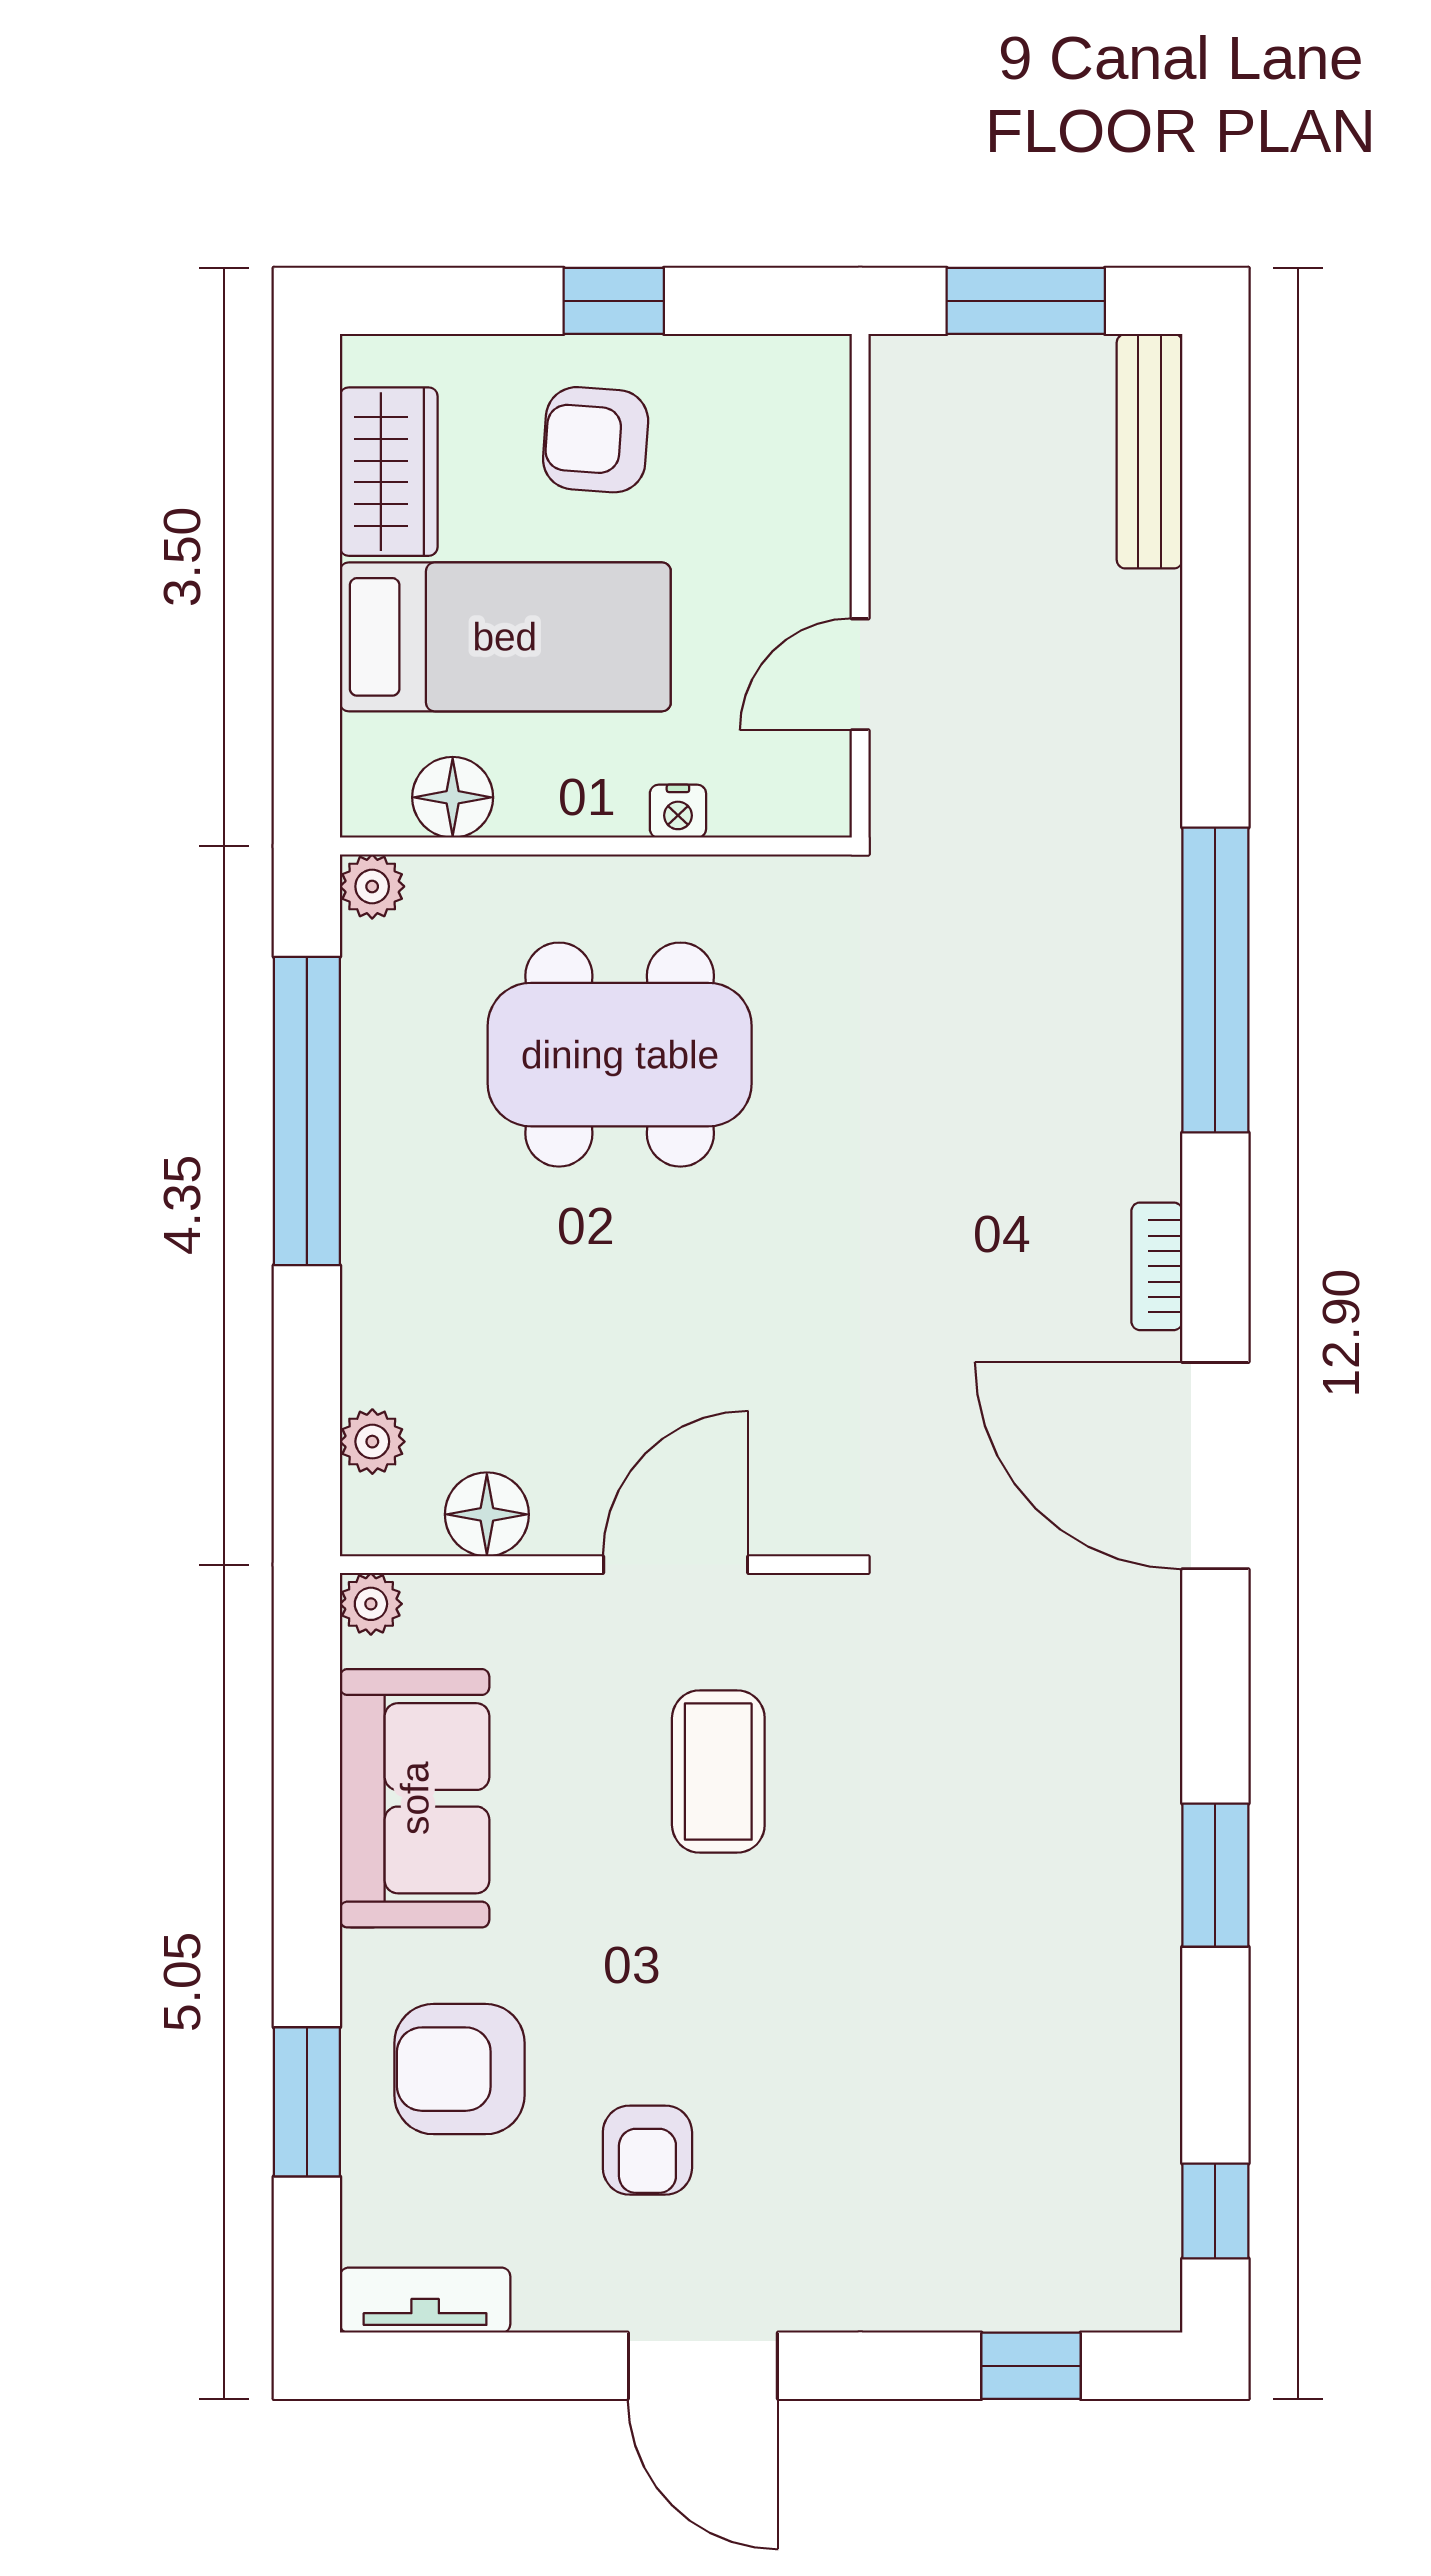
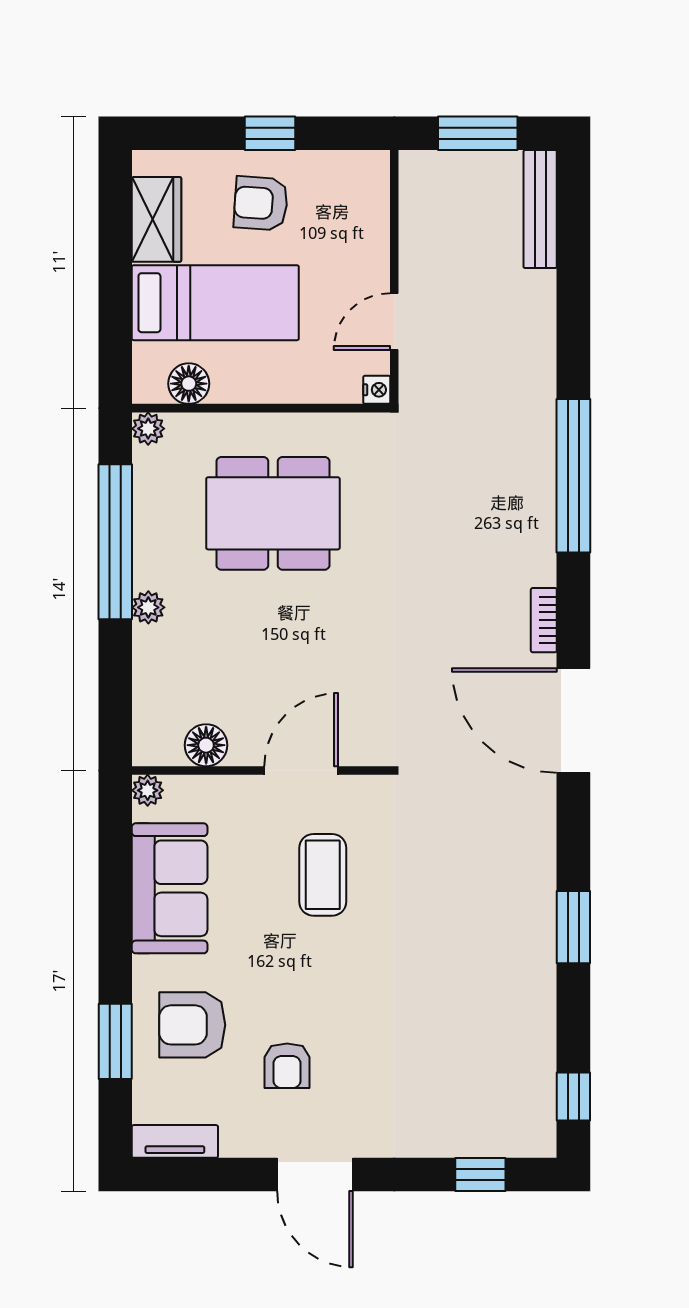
nightstand: (678, 811) -> (377, 390), moved, turned -90
plant: (372, 1442) -> (148, 607), moved

